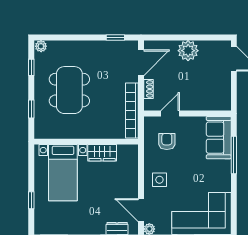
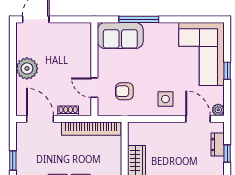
window: (115, 38) -> (13, 160), moved
door: (141, 210) -> (198, 119), swing flipped

